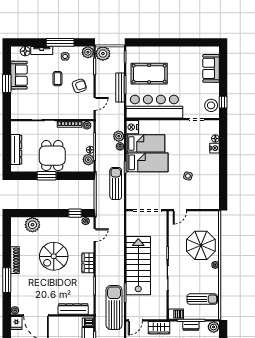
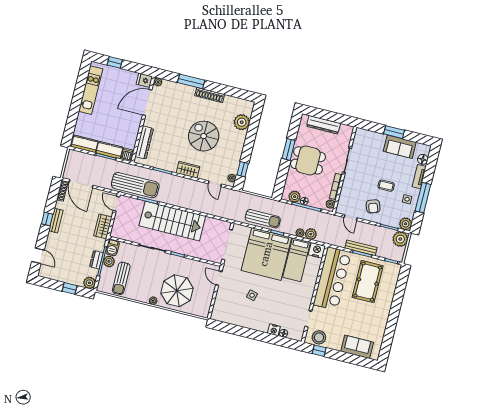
bed: (147, 162) -> (266, 254), width x2.04
plant: (190, 314) -> (109, 261), added

